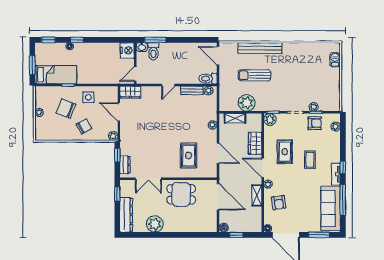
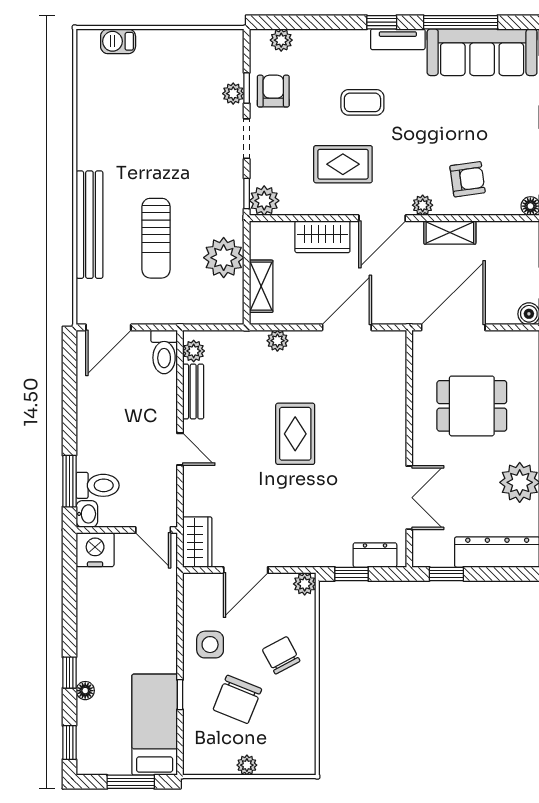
rug: (189, 155) -> (295, 434), moved, turned 90
dining table: (181, 194) -> (472, 406), moved, turned 90

